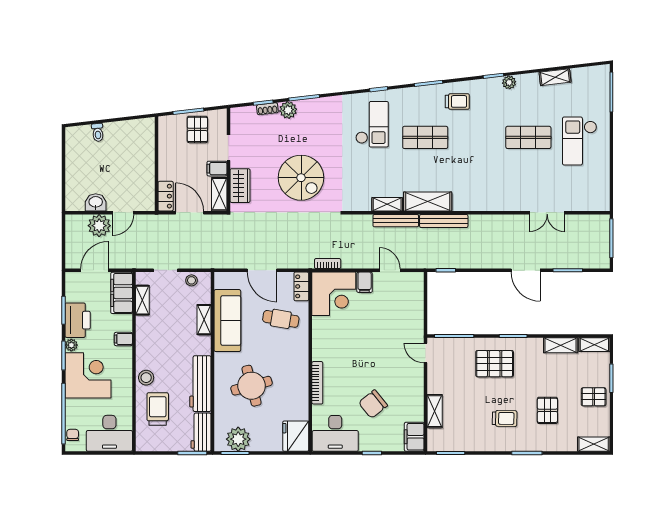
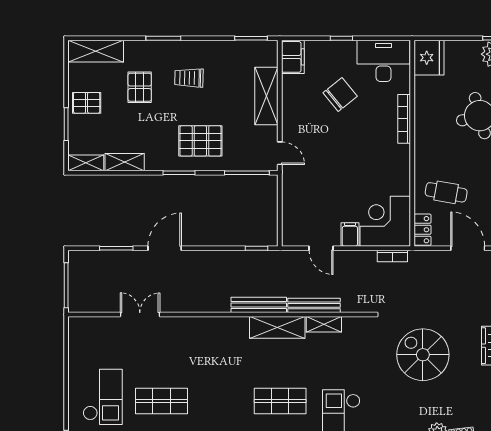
door: (526, 270) -> (165, 248), hinge flipped
shelving: (435, 411) -> (266, 96), width x1.50, depth x1.33
shelving: (594, 444) -> (96, 51), width x1.50, depth x1.33

